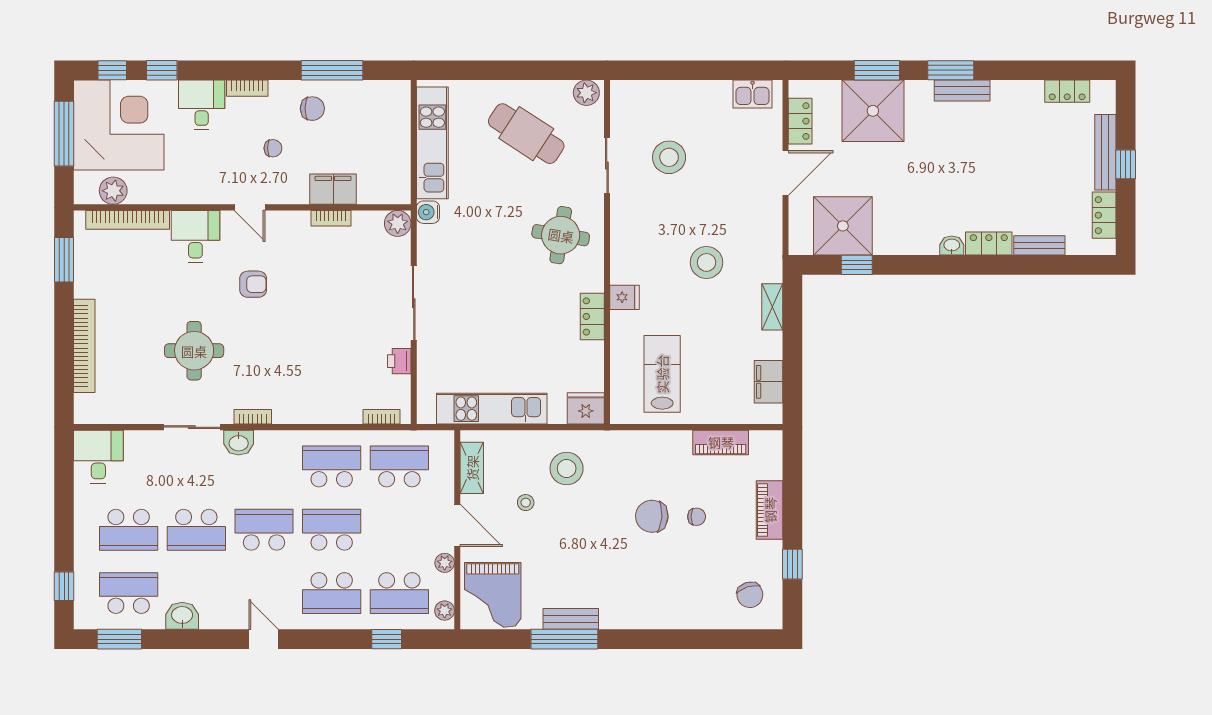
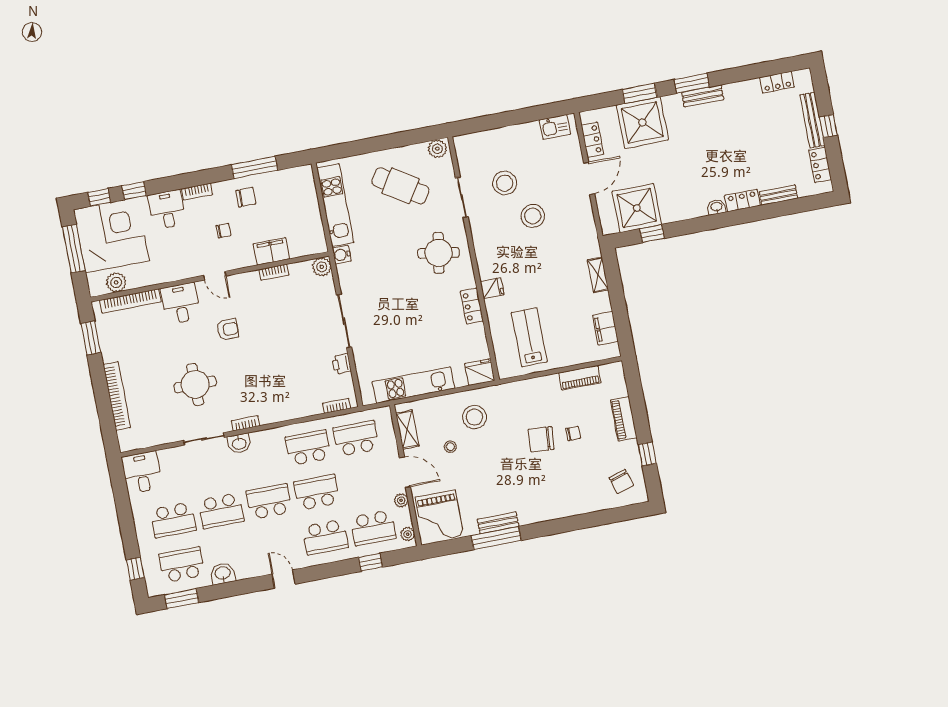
stool: (706, 262) -> (533, 216), moved

